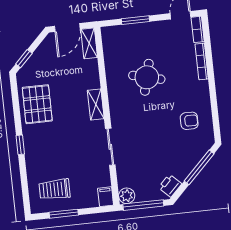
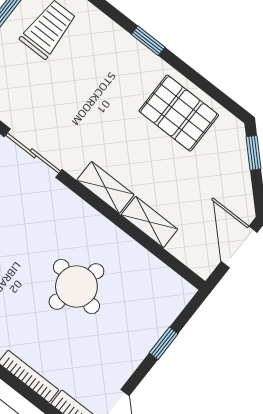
window: (135, 20) -> (164, 343), width x0.67
shelving: (89, 43) -> (149, 222), moved

